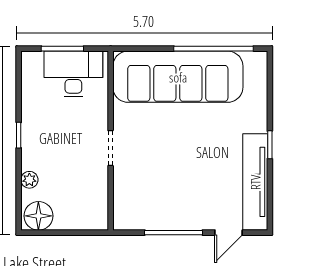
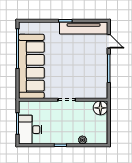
desk: (73, 74) -> (30, 130), moved
floor lamp: (38, 216) -> (100, 108), moved

